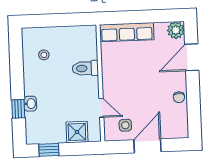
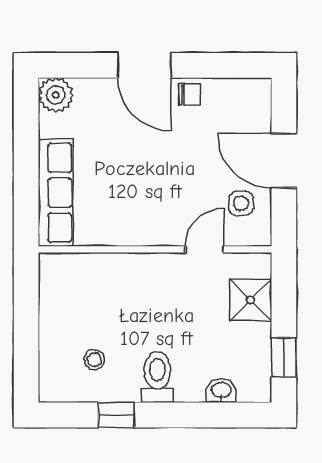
door: (192, 57) -> (144, 65), moved
toilet: (85, 68) -> (157, 377), moved, turned 180
washbasin: (30, 104) -> (221, 391), moved
window: (18, 109) -> (116, 415), moved

